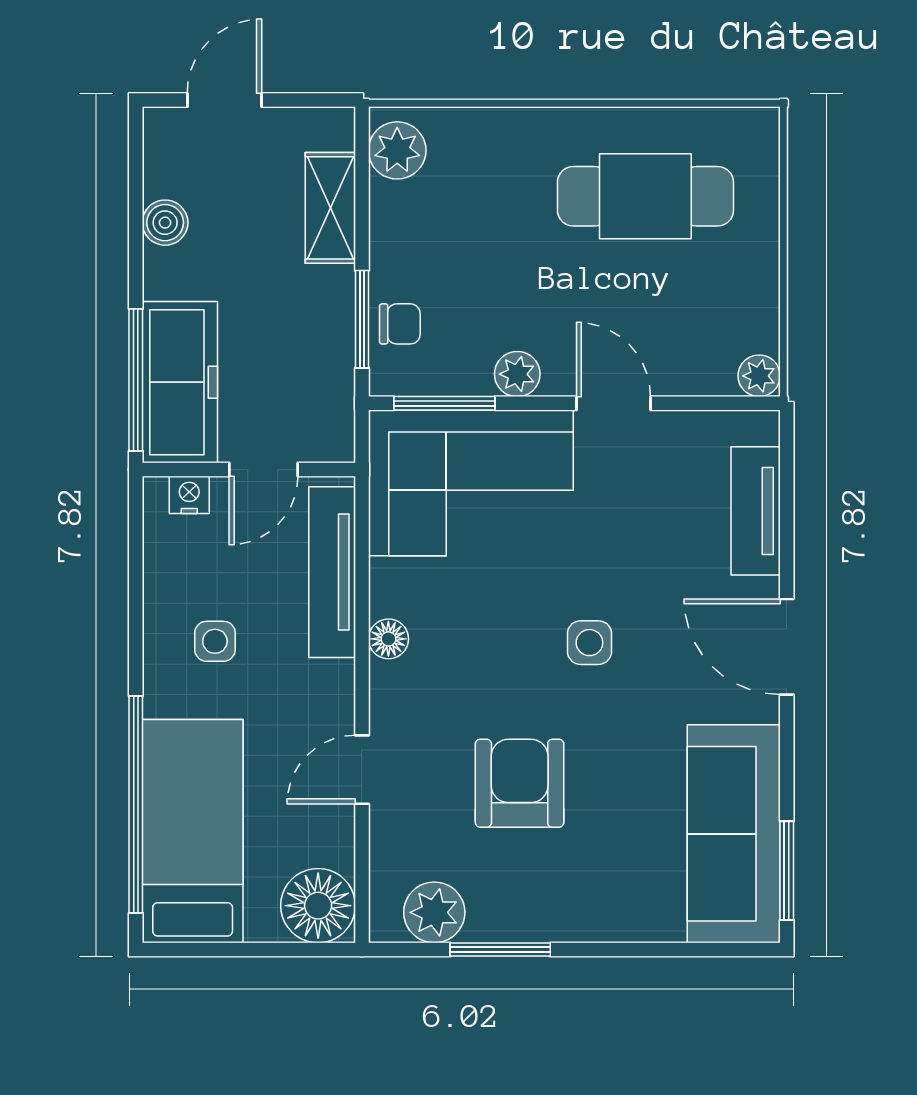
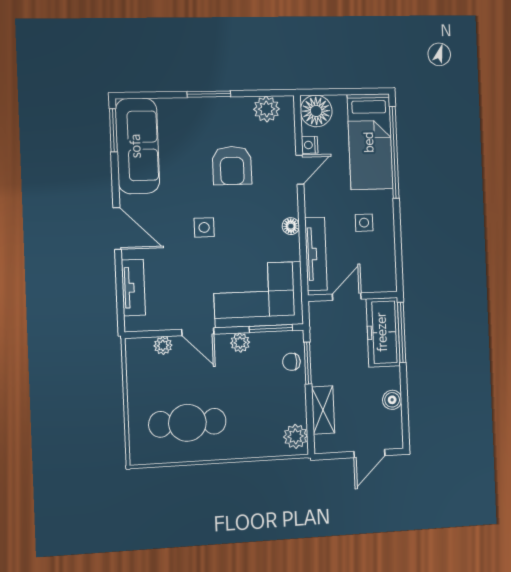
plant: (759, 376) -> (163, 346), moved
nightstand: (189, 495) -> (310, 145), moved, turned 90
window: (500, 949) -> (209, 94), moved

